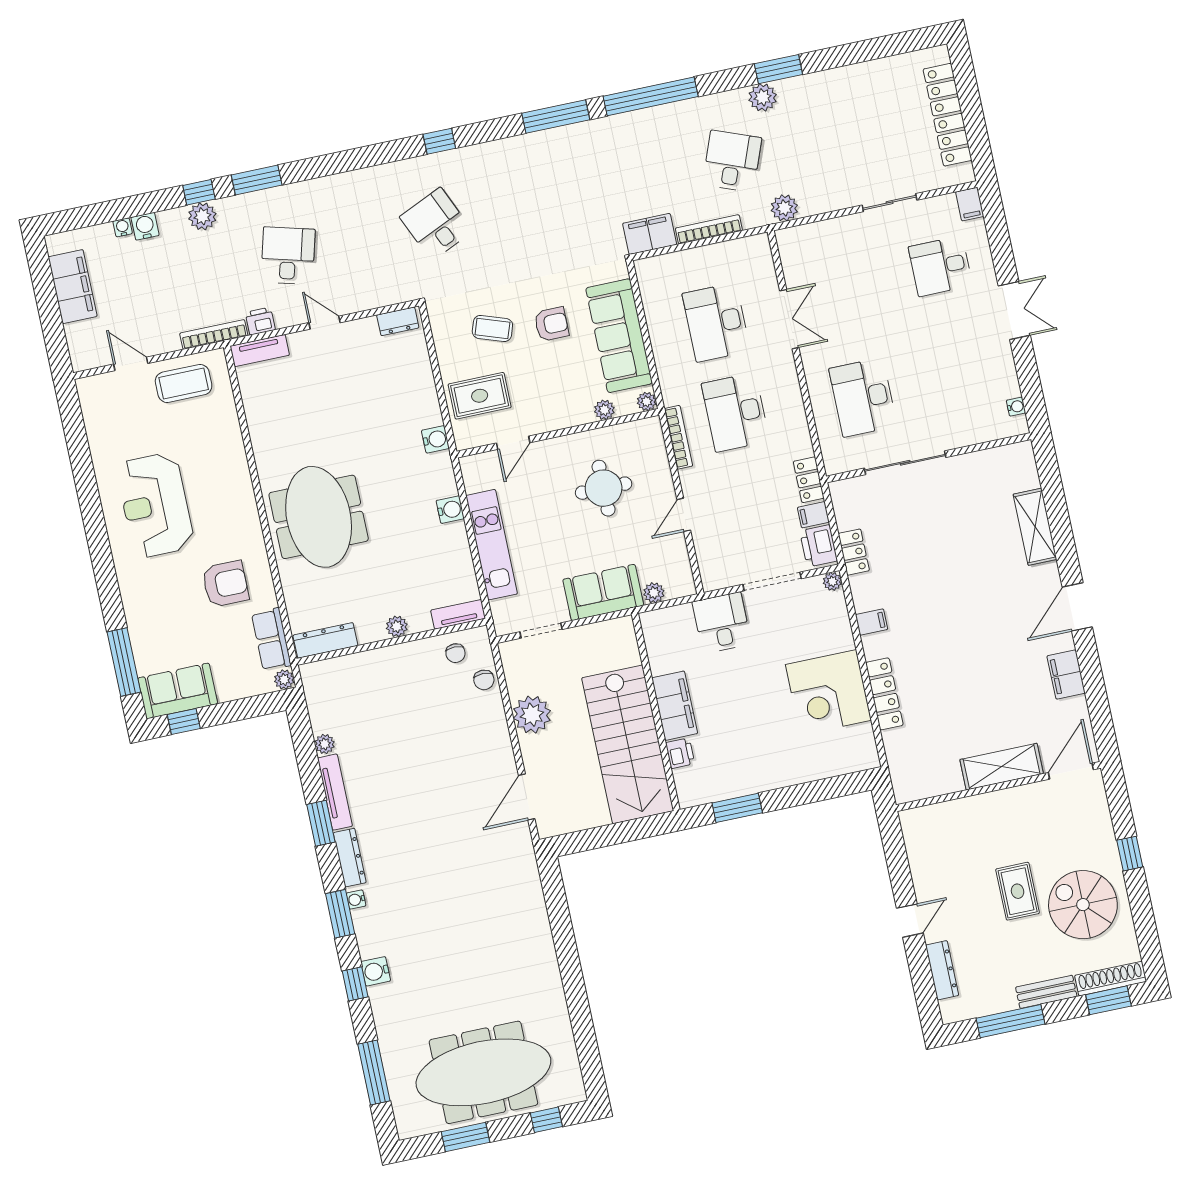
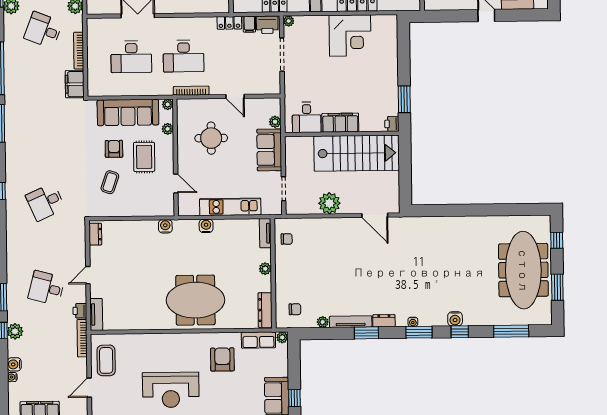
rug: (480, 396) -> (144, 157), moved
desk: (722, 623) -> (307, 117), moved, turned -90
chair: (484, 680) -> (295, 309), moved
printer: (680, 753) -> (392, 124), moved, turned -90
dresser: (350, 858) -> (384, 321), width x0.70

